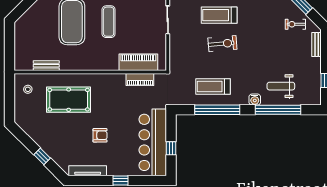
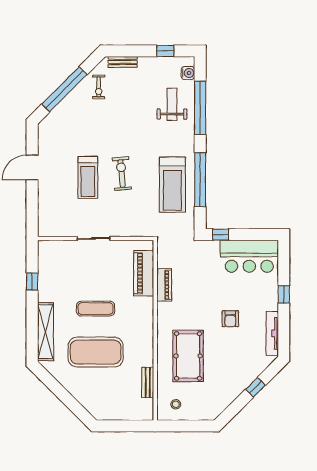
piano: (140, 79) -> (164, 285), moved
treadmill: (213, 86) -> (172, 185), width x1.37, depth x1.38
weight bench: (281, 86) -> (172, 104), turned 180
water cooler: (255, 100) -> (188, 73), moved
armchair: (100, 135) -> (230, 319), turned 180
bar counter: (153, 142) -> (249, 256), width x0.73
window: (171, 148) -> (221, 235), moved

